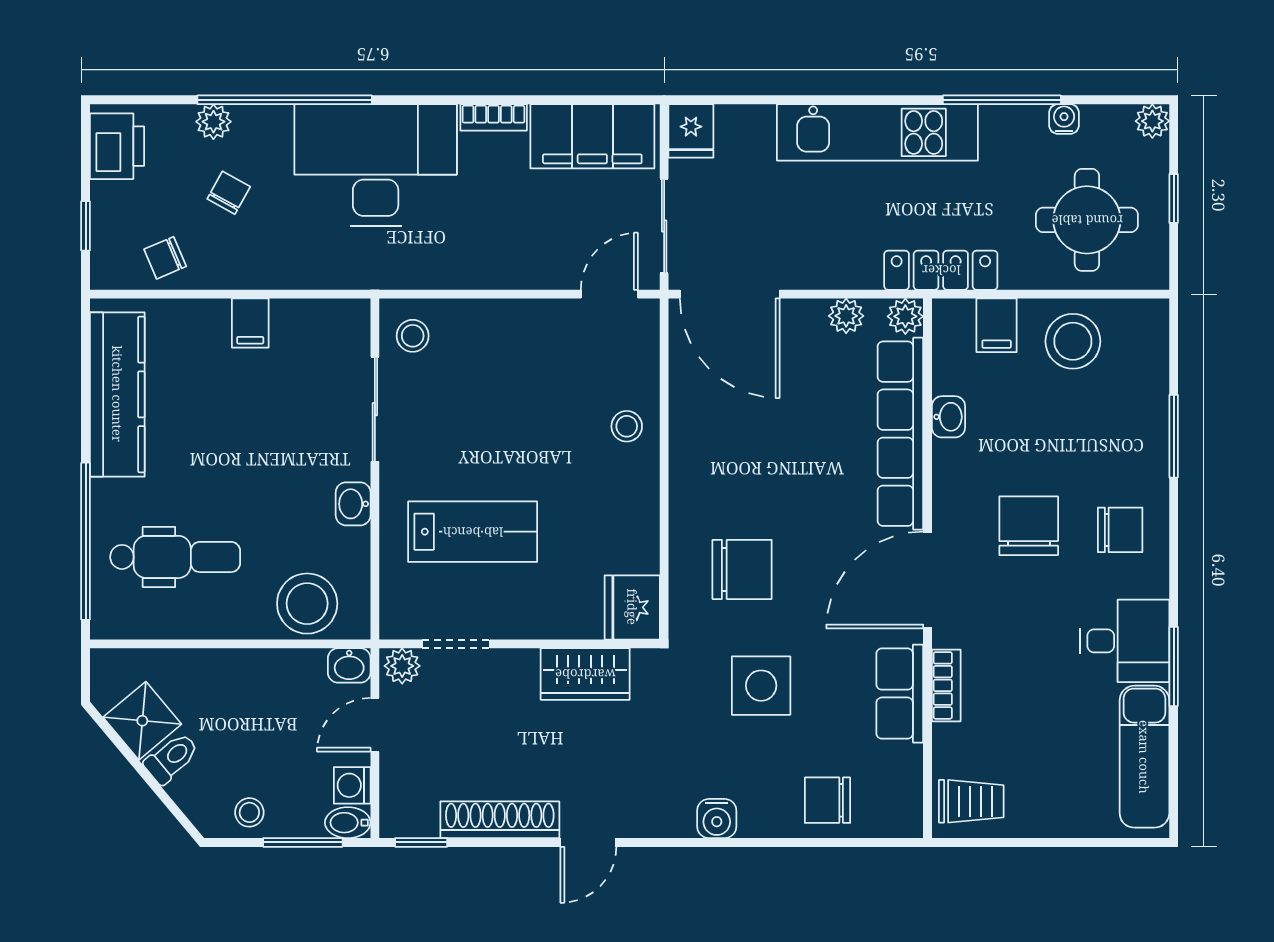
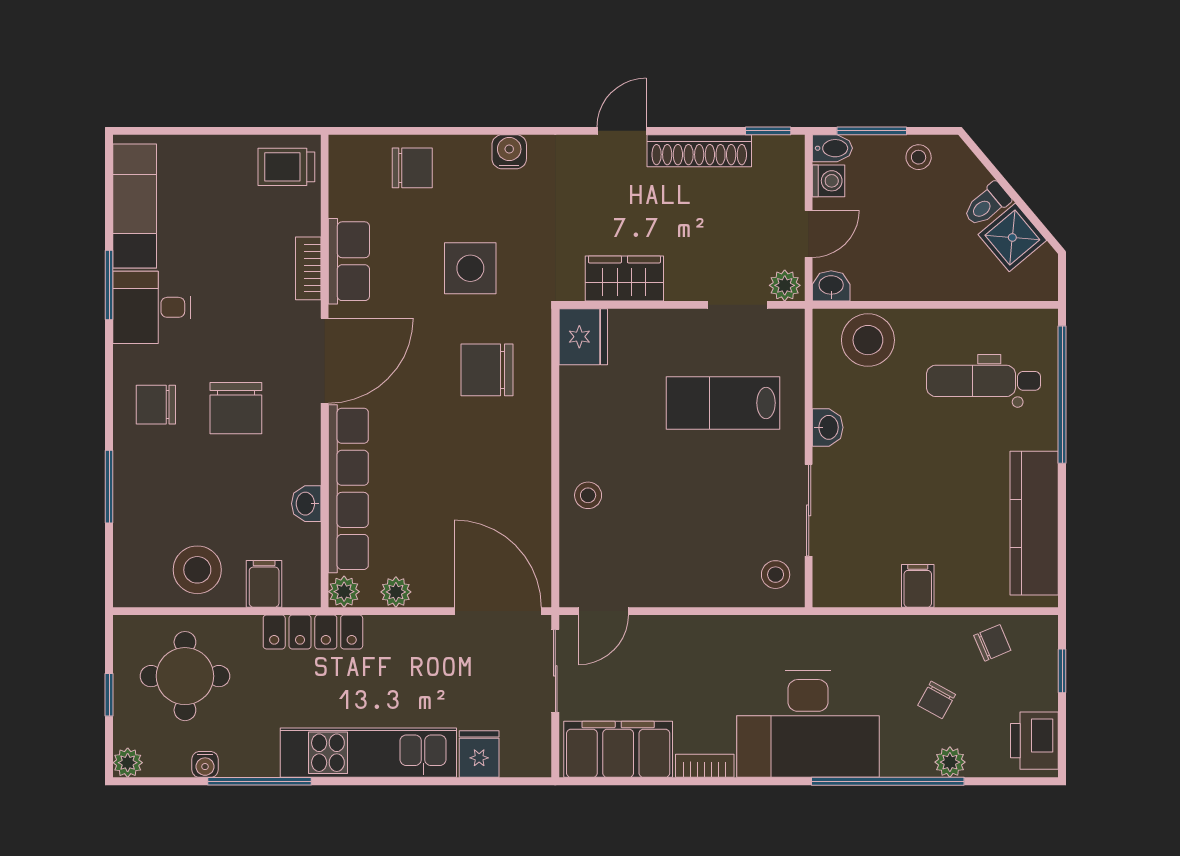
fridge: (691, 131) -> (479, 754), moved

